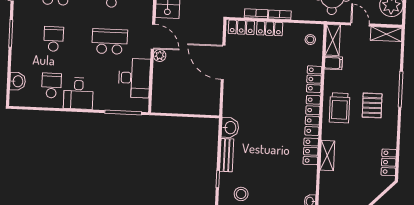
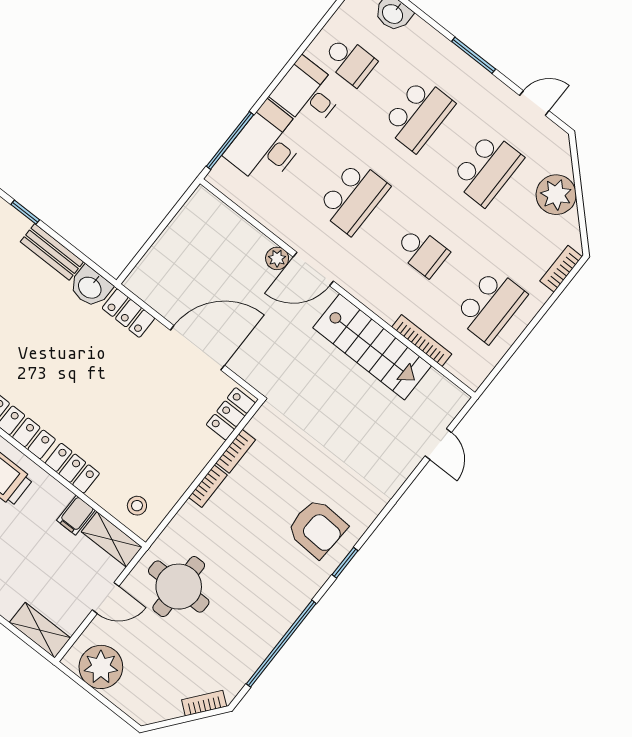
locker: (270, 29) -> (128, 313), moved, turned -90
shelving: (386, 34) -> (40, 630), moved, turned 90
school desk: (54, 39) -> (418, 115), width x1.85
desk: (134, 78) -> (267, 145), moved, turned 90

